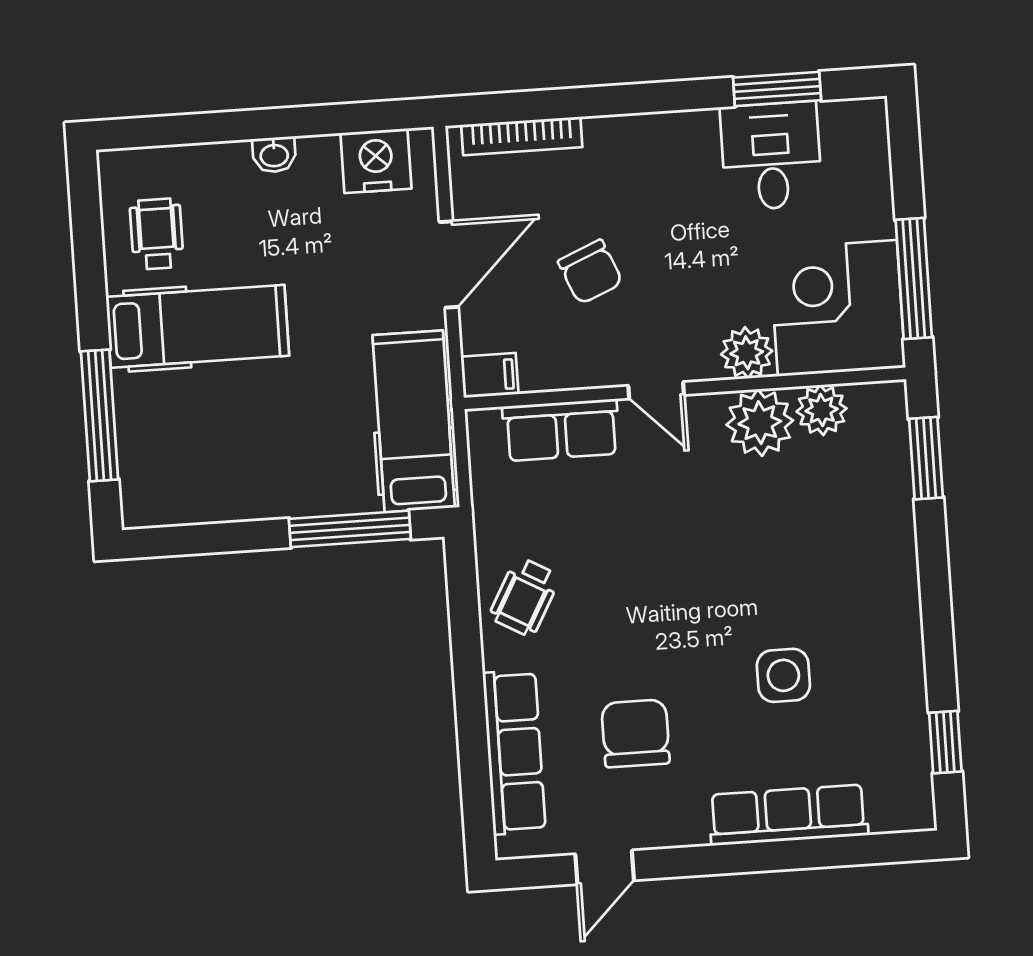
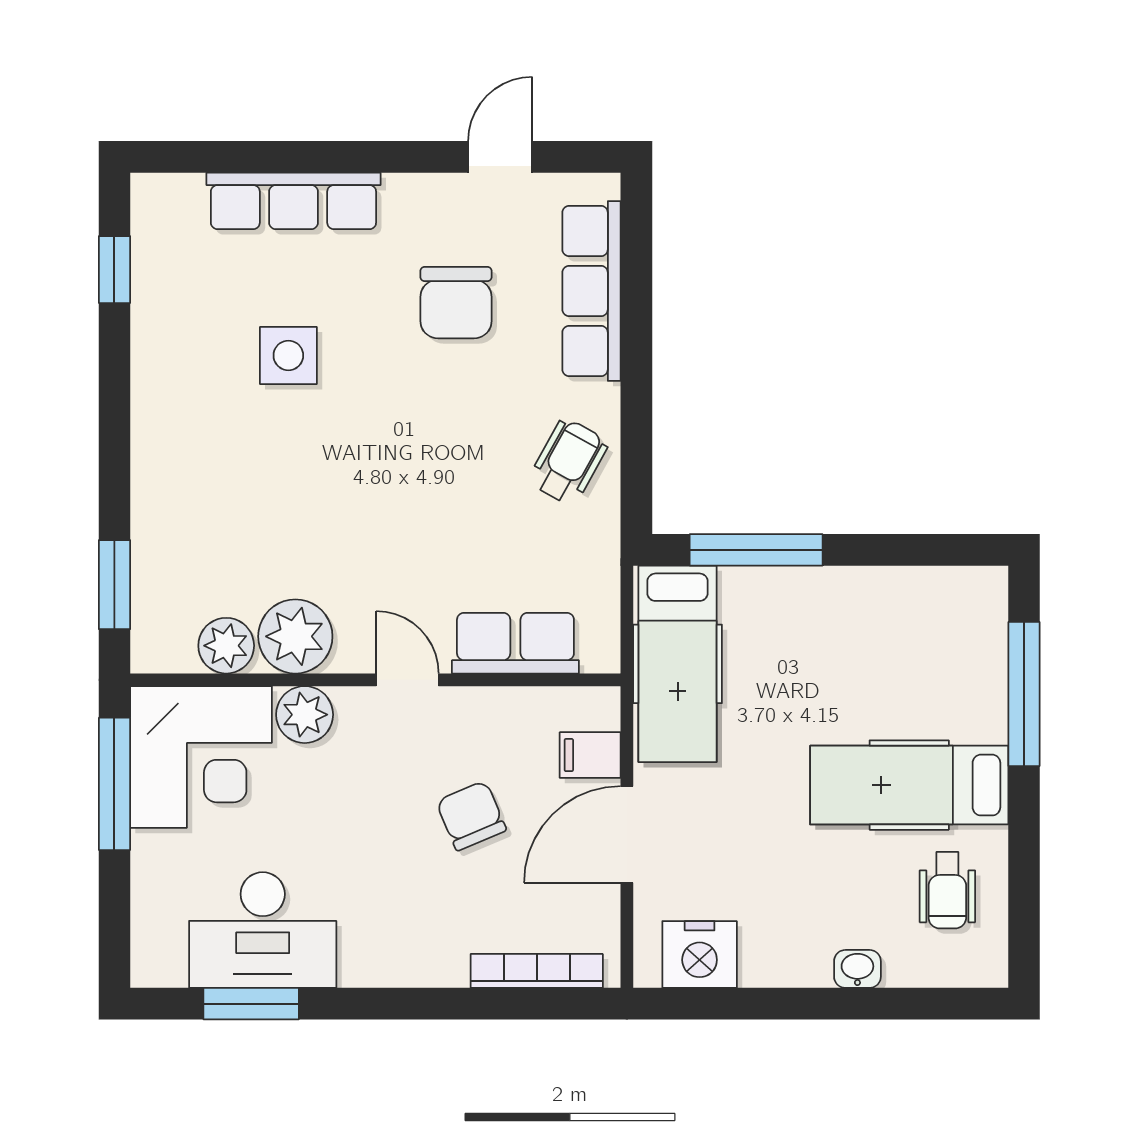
washbasin: (274, 155) -> (857, 969), moved
desk: (771, 156) -> (263, 930), width x1.37
filing cabinet: (490, 375) -> (590, 755), moved

